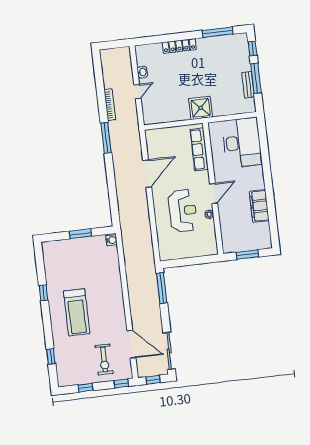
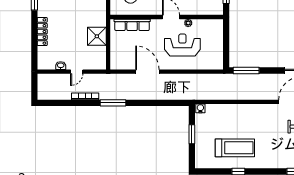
door: (137, 92) -> (77, 72), swing flipped
shower: (201, 108) -> (97, 36), moved
treadmill: (77, 312) -> (235, 148), moved

